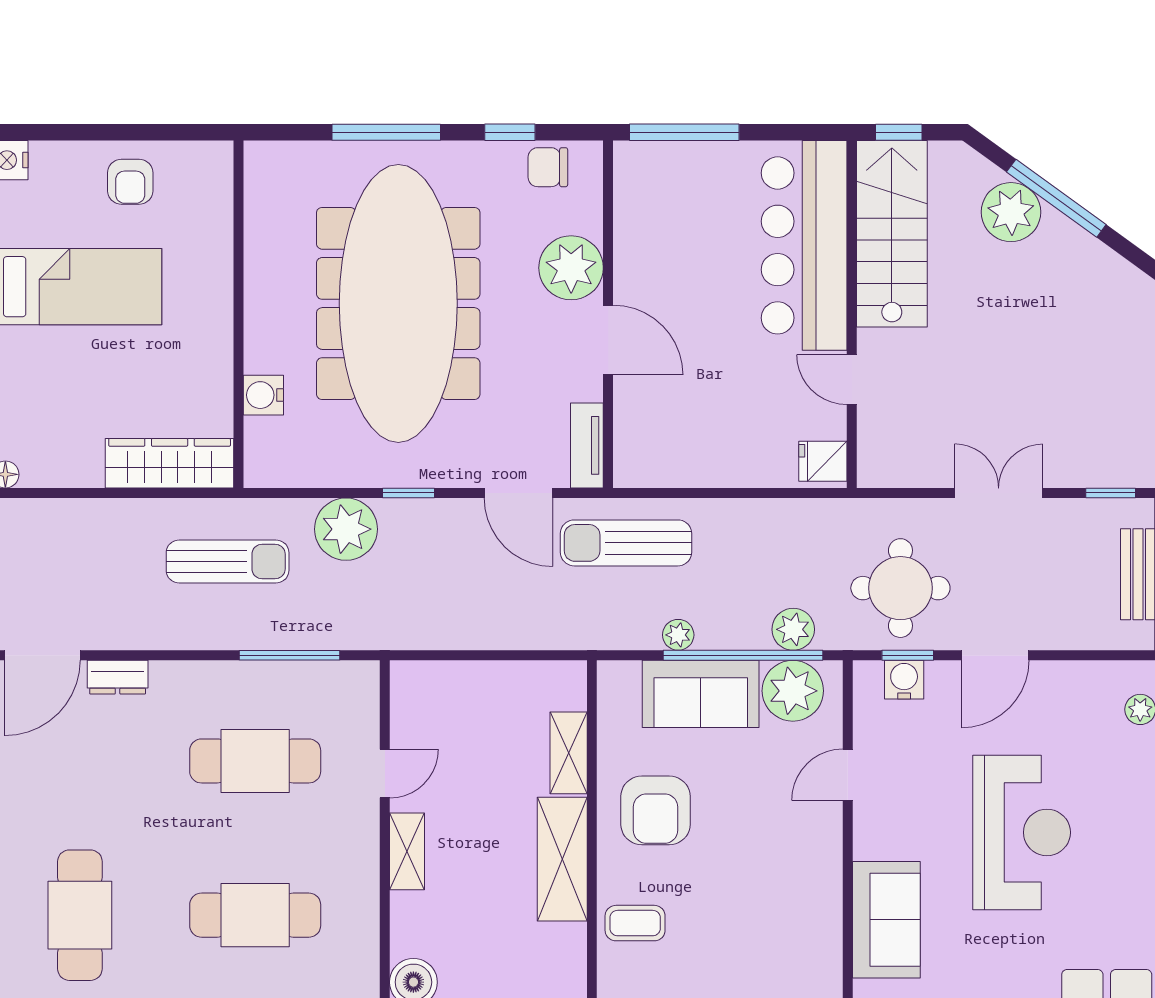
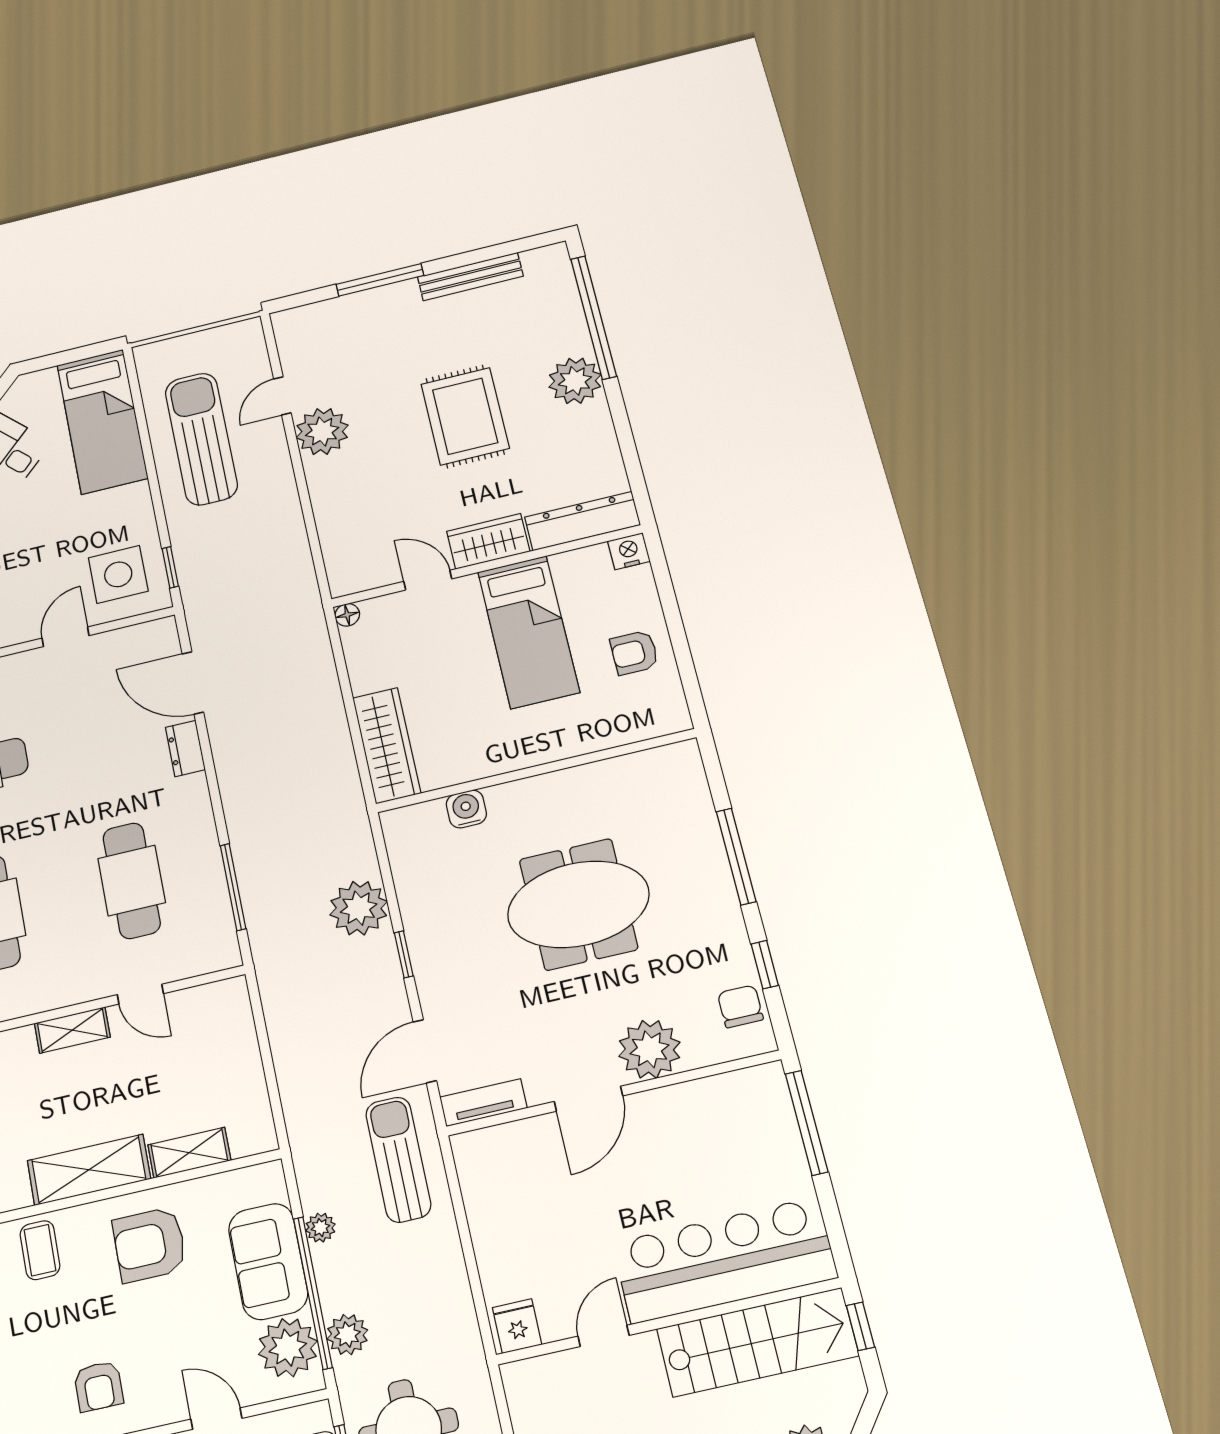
meeting table: (398, 303) -> (578, 904), width x0.54, depth x0.79
sun lounger: (228, 561) -> (308, 815), removed
armchair: (789, 887) -> (99, 1386), added

